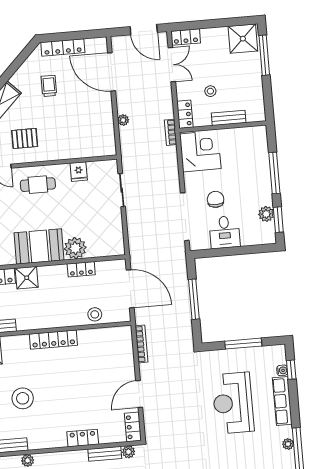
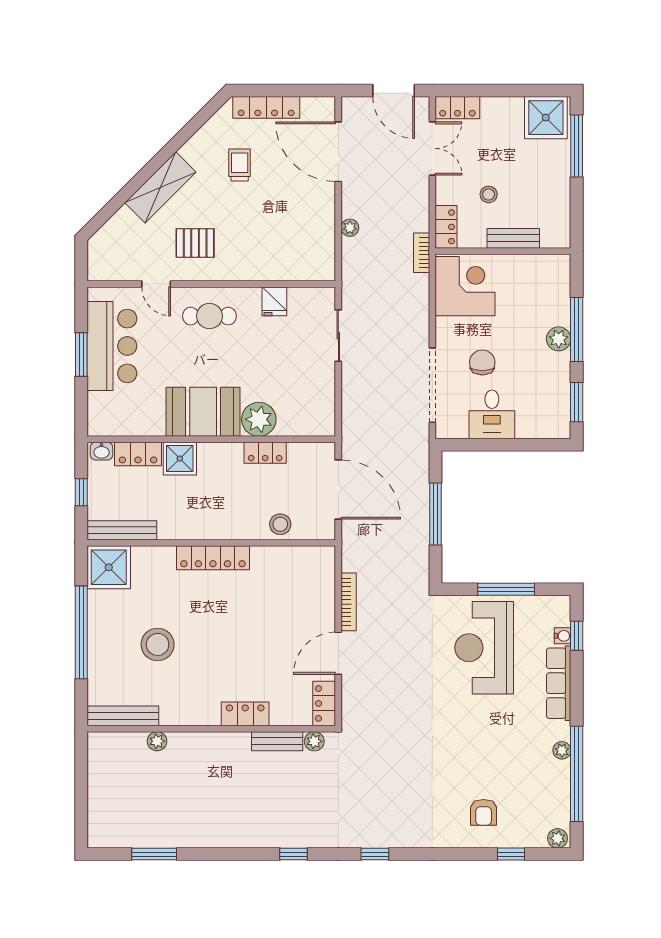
plant: (266, 214) -> (559, 339), moved
bookcase: (142, 344) -> (349, 602), moved
reception desk: (233, 403) -> (484, 648), moved

